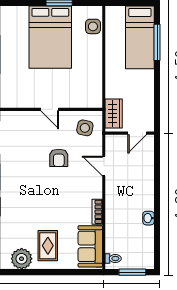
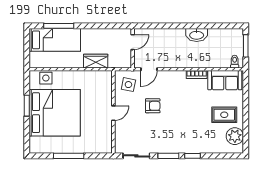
bed: (50, 37) -> (55, 113), width x1.36
wardrobe: (114, 113) -> (96, 61), moved
door: (137, 133) -> (133, 42), hinge flipped
door: (104, 166) -> (149, 69), moved
washbasin: (148, 218) -> (197, 35), width x1.91, depth x1.45

